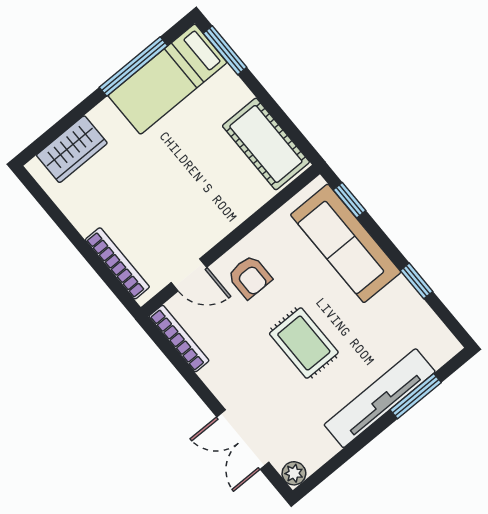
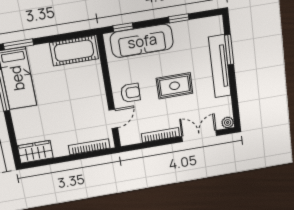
wardrobe: (72, 149) -> (35, 152), moved, turned -90
bookcase: (179, 339) -> (160, 135), moved
double door: (243, 439) -> (199, 136), swing flipped

